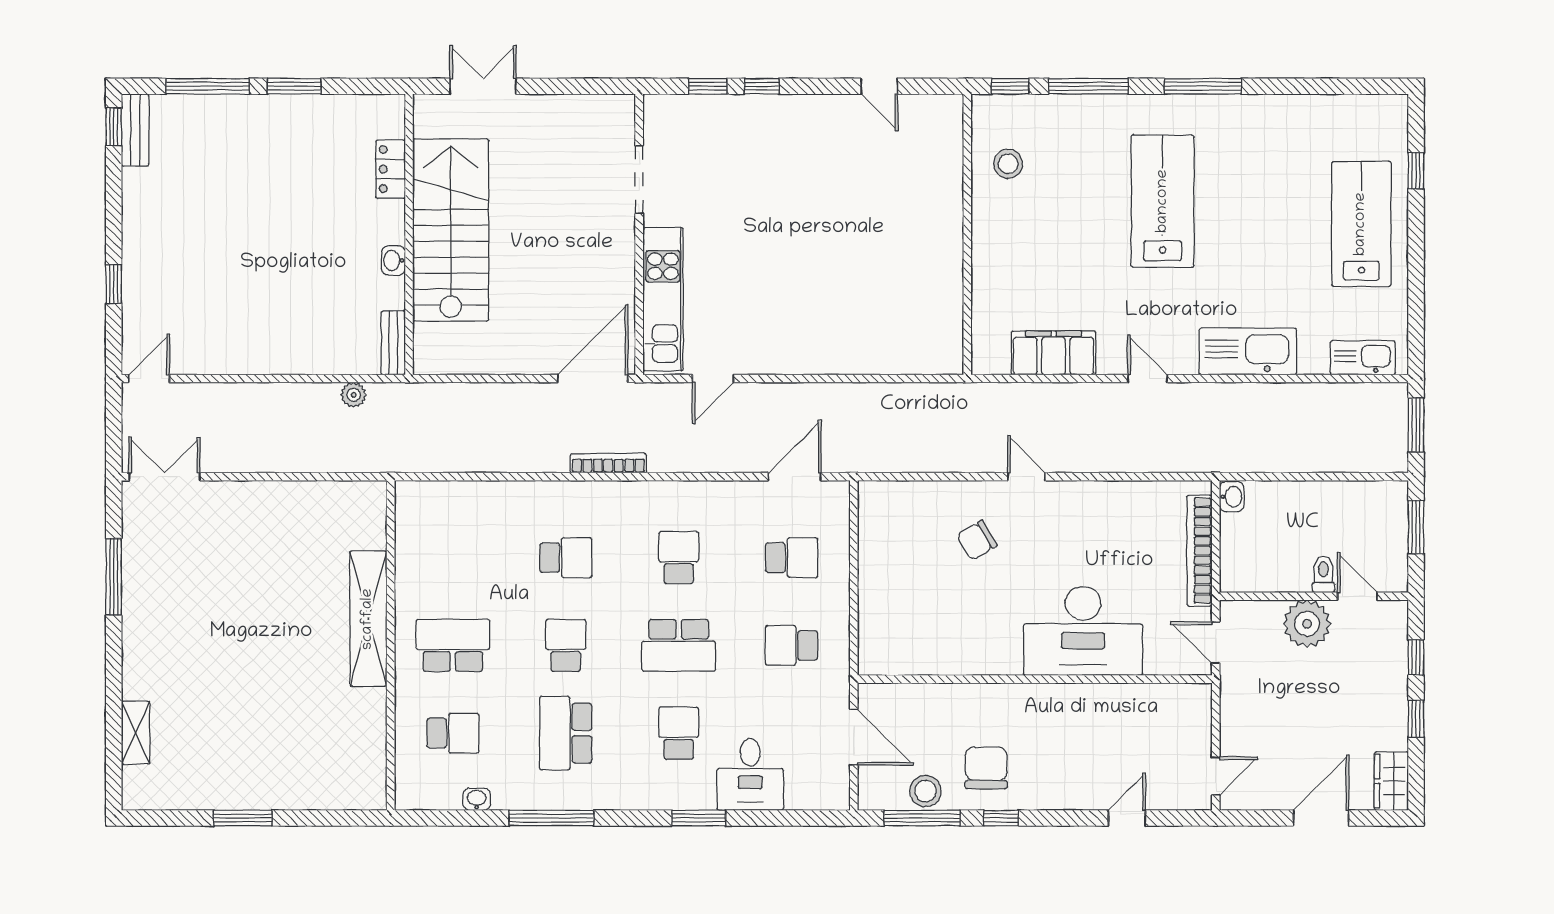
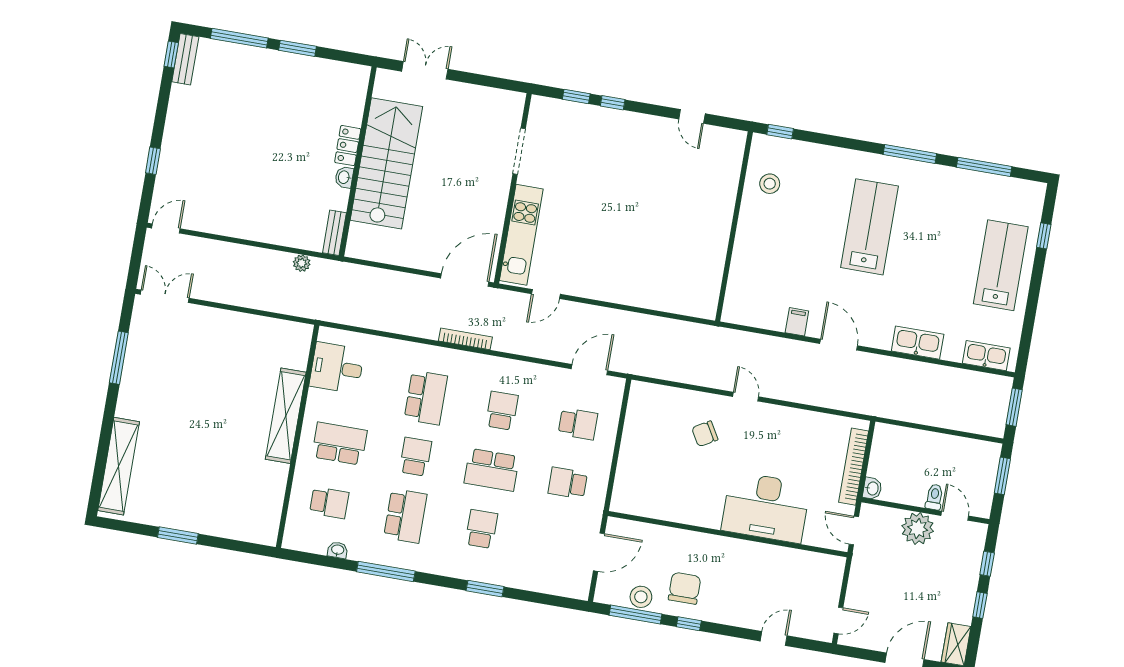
window: (1088, 86) -> (984, 167), moved
locker: (391, 169) -> (348, 146), moved
kitchen sink: (1248, 351) -> (918, 343), width x0.73, depth x0.81
filing cabinet: (1054, 353) -> (797, 322), width x0.33, depth x0.86
door: (1147, 379) -> (839, 345), width x1.38
washbasin: (1232, 497) -> (872, 488), moved
school desk: (566, 558) -> (426, 398), width x1.85
shelving: (136, 733) -> (119, 466), width x2.20, depth x1.33
school desk: (566, 733) -> (405, 516), turned 180
door: (854, 737) -> (599, 552), hinge flipped
desk: (750, 774) -> (337, 368), moved, turned 90

